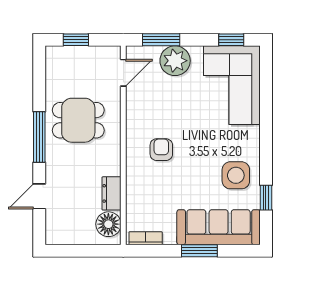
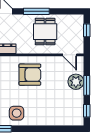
window: (161, 40) -> (87, 85), moved
corner sofa: (232, 85) -> (63, 111), removed
armchair: (161, 150) -> (30, 75), width x1.88, depth x1.88

